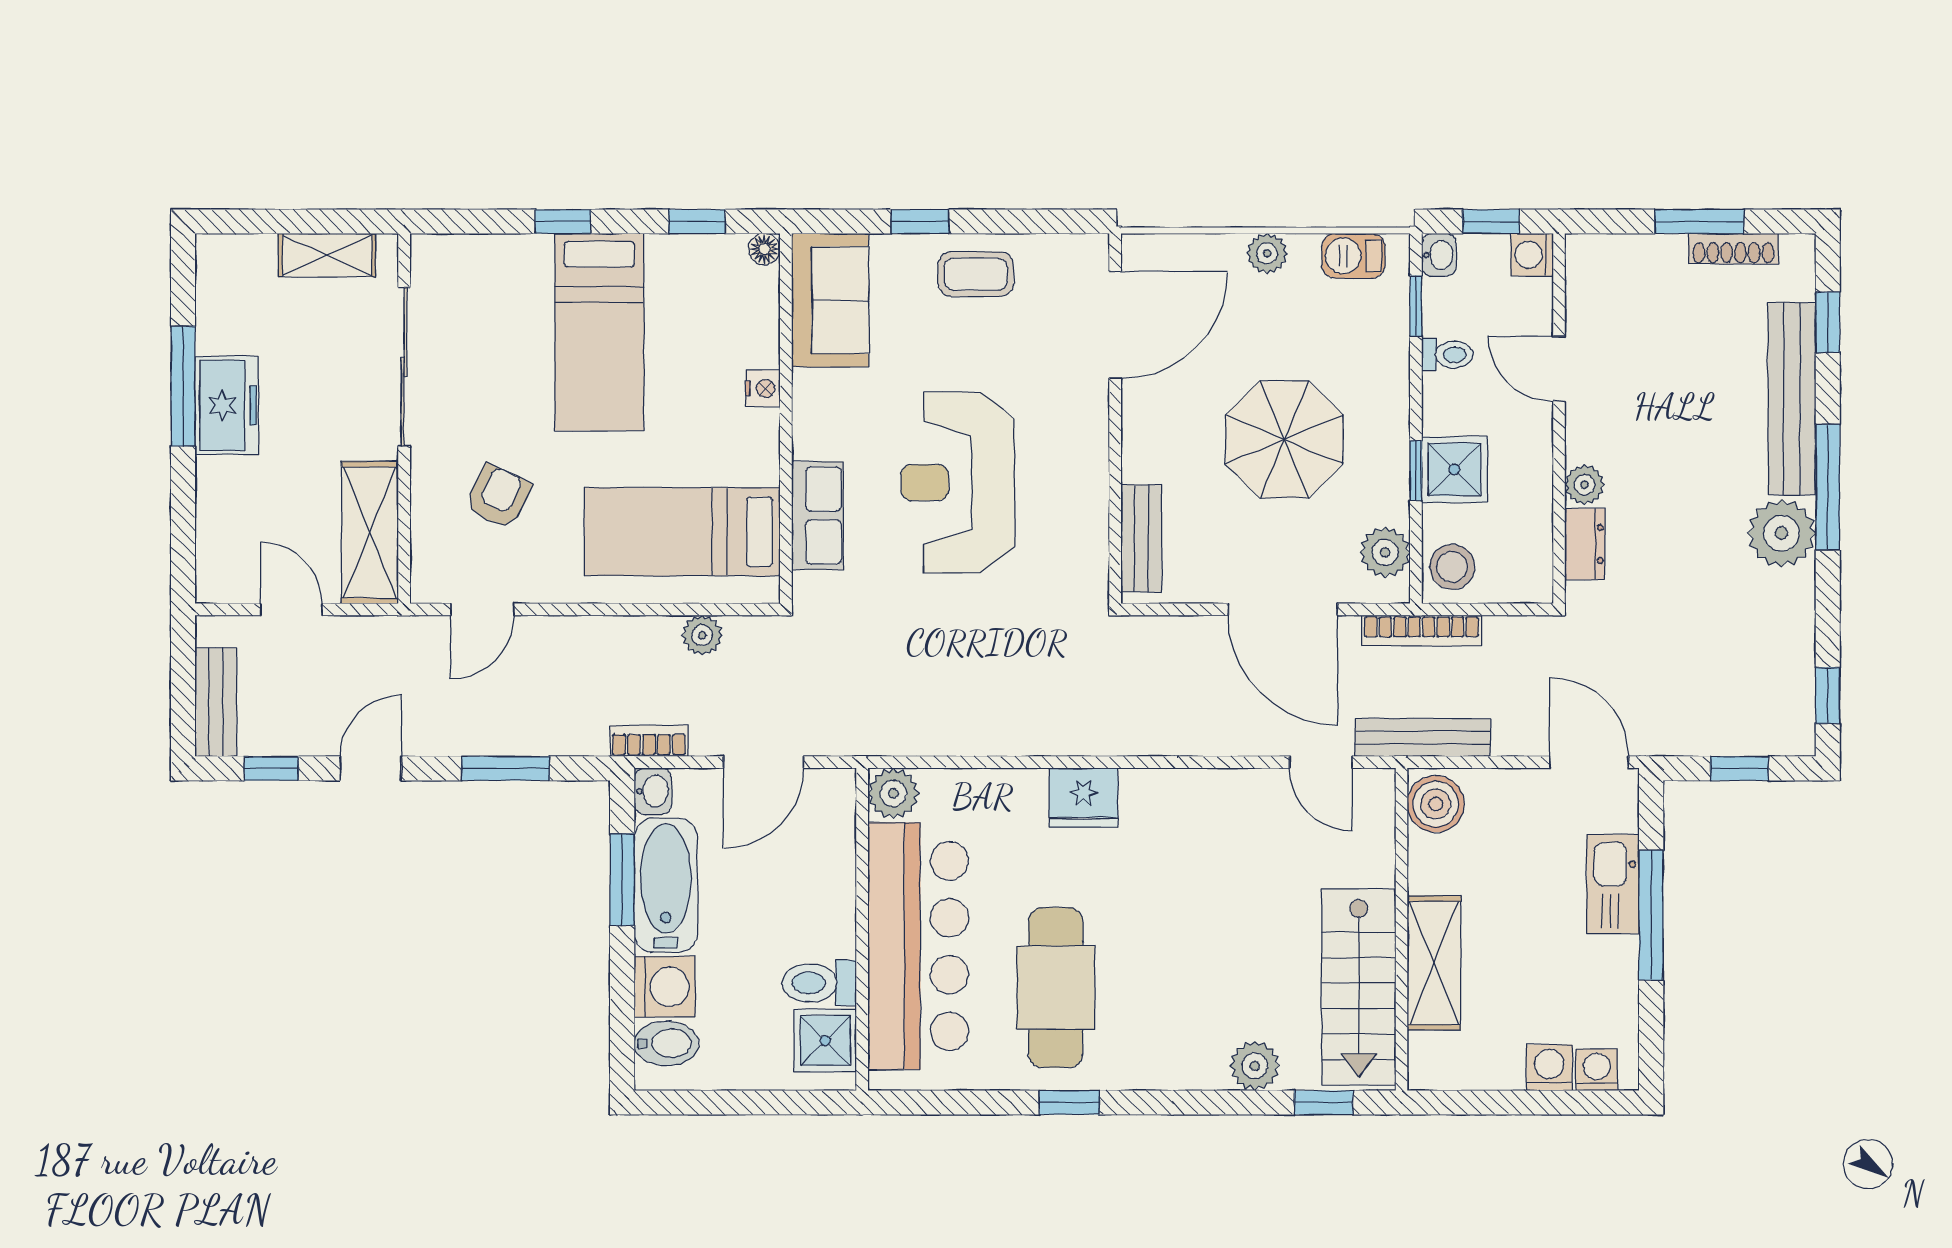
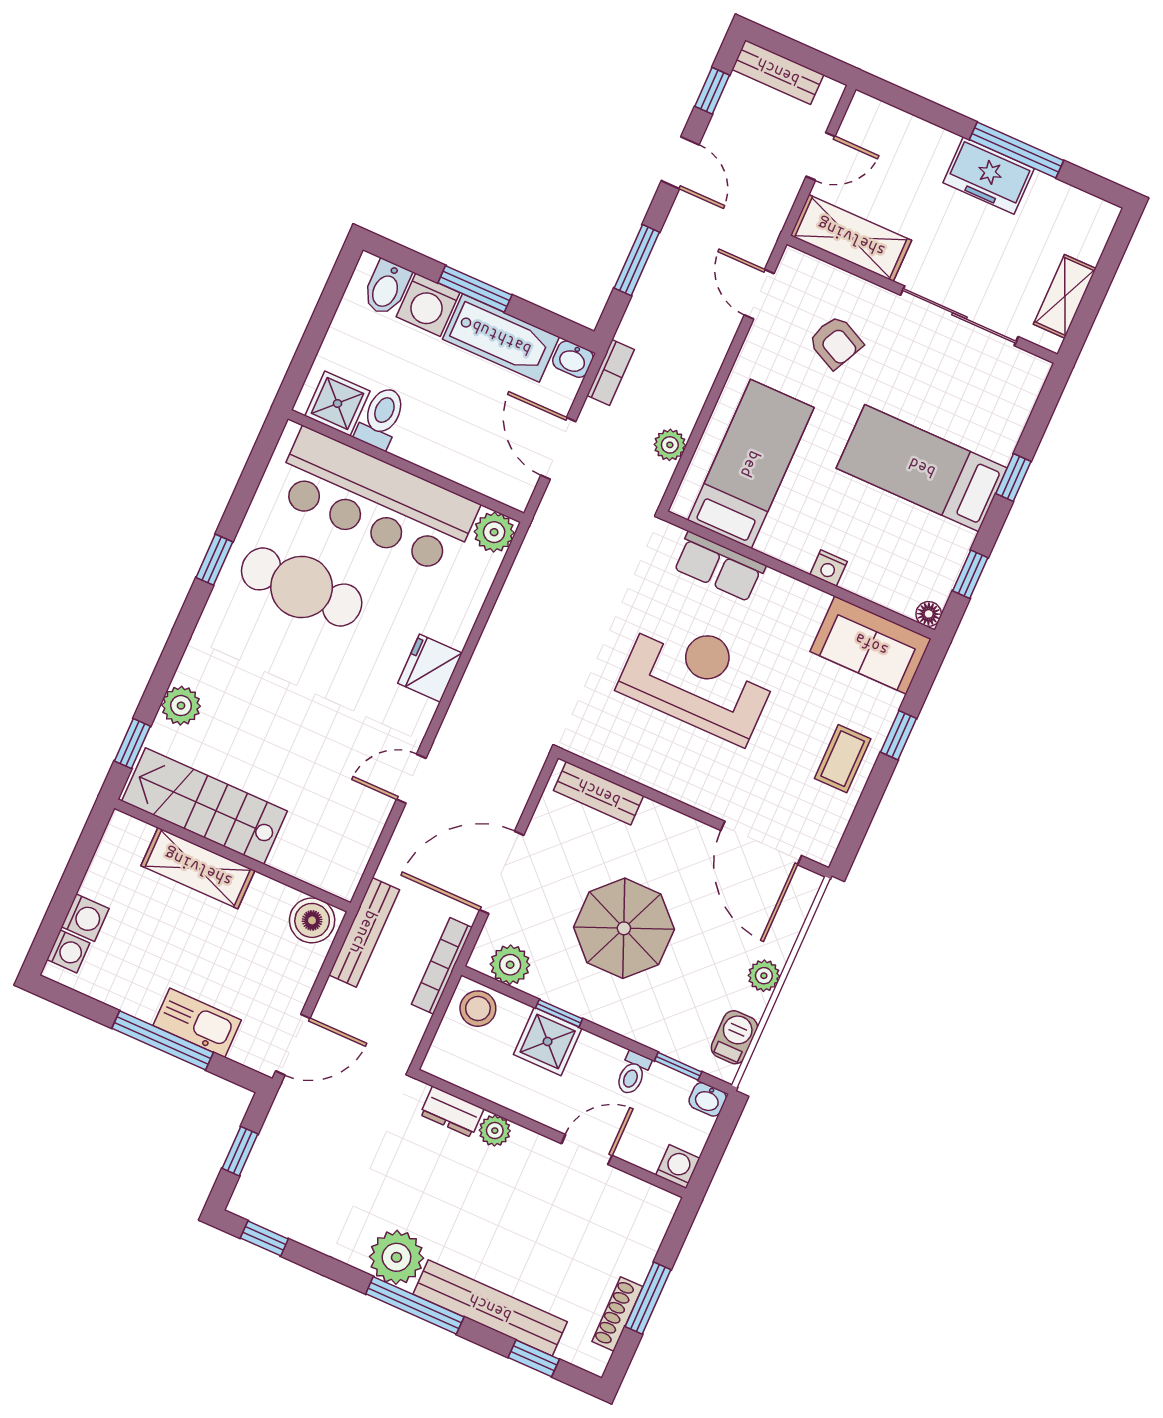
window: (1491, 221) -> (715, 1148), removed
door: (1321, 762) -> (411, 779), moved
window: (622, 880) -> (475, 289), moved

